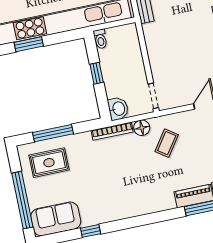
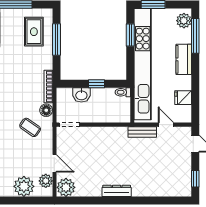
washbasin: (118, 109) -> (81, 95), moved

